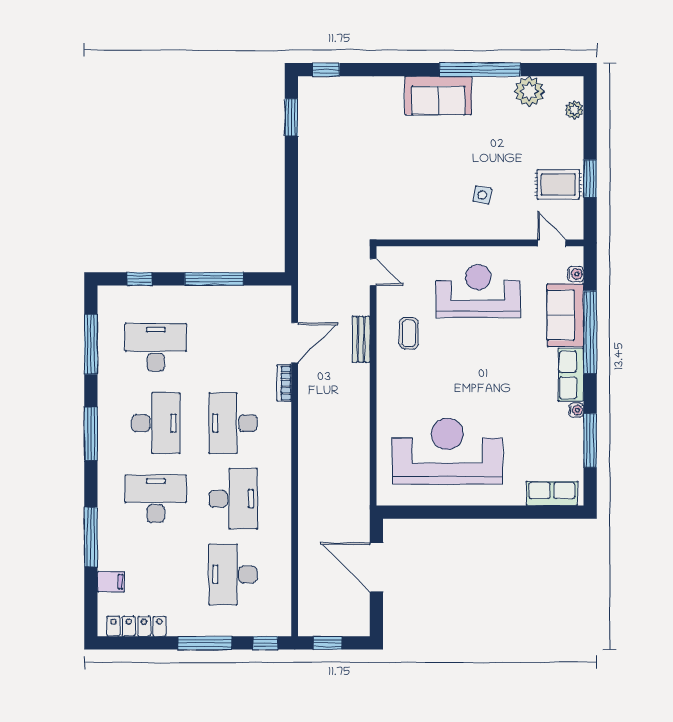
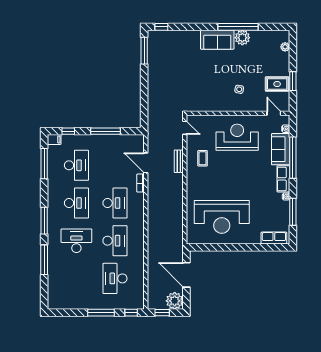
plant: (529, 91) -> (242, 38), moved
window: (291, 117) -> (144, 51), width x1.44
door: (295, 343) -> (146, 163), swing flipped
desk: (156, 347) -> (76, 165), turned 90
desk: (233, 423) -> (115, 203), turned 180
window: (91, 434) -> (44, 221), moved
reception desk: (447, 451) -> (222, 217), turned 180
filing cabinet: (111, 582) -> (54, 139), moved
plant: (353, 619) -> (175, 301), added
locker: (136, 626) -> (67, 304), removed

